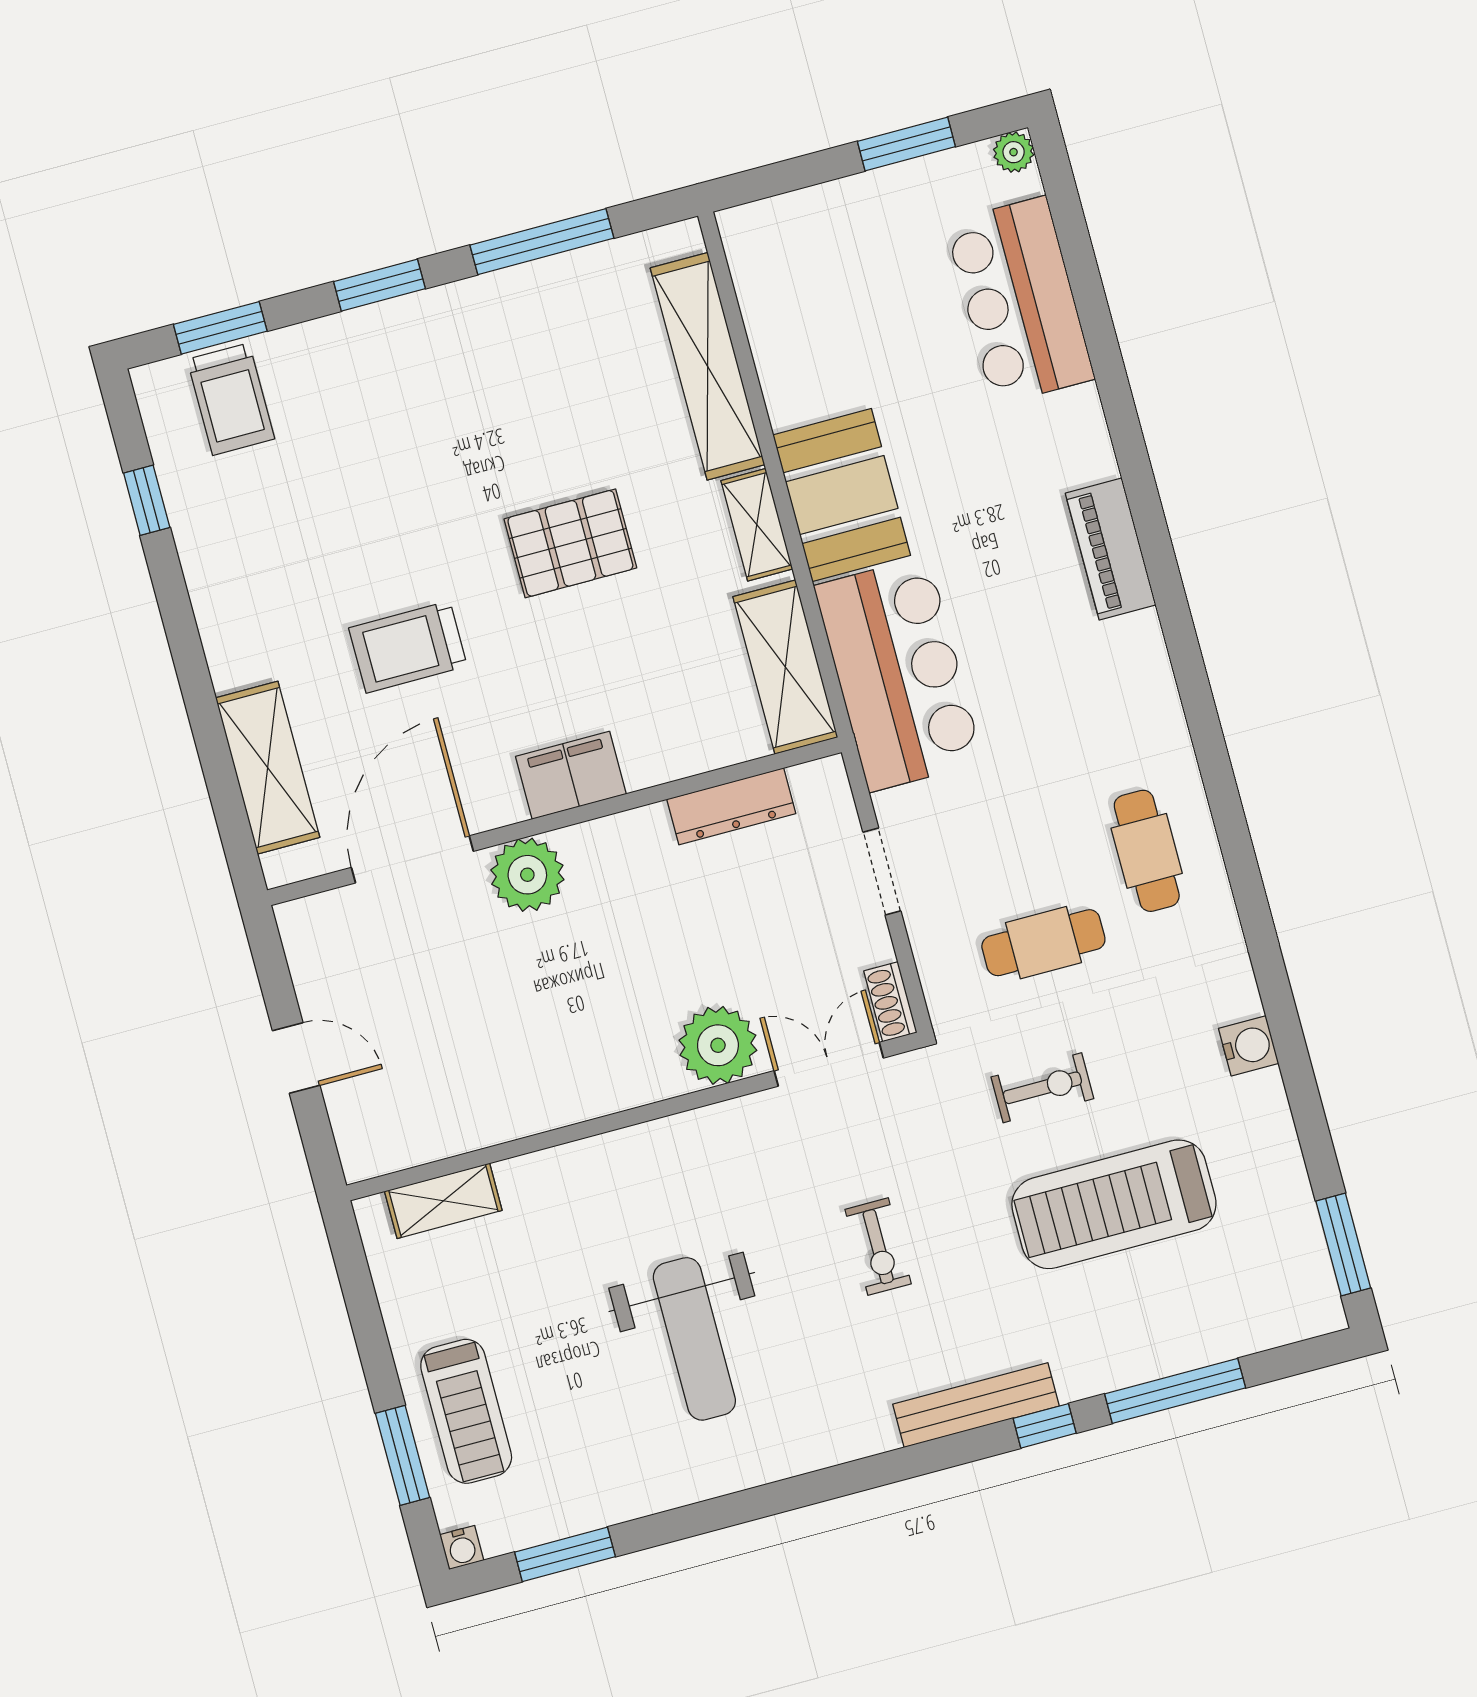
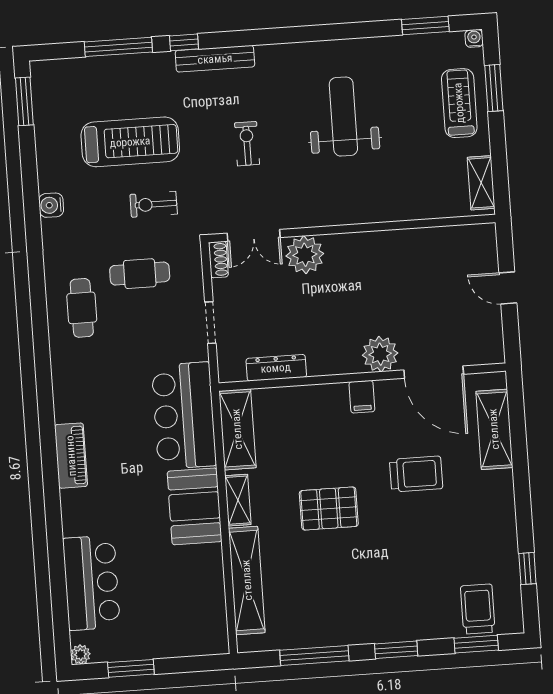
filing cabinet: (571, 775) -> (362, 397), width x0.50
door: (412, 859) -> (434, 372), hinge flipped
shelving: (443, 1201) -> (481, 183), moved, turned 90

